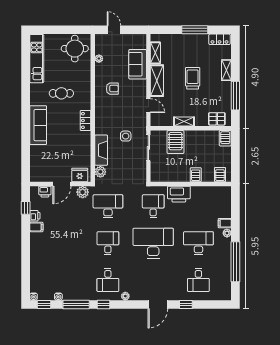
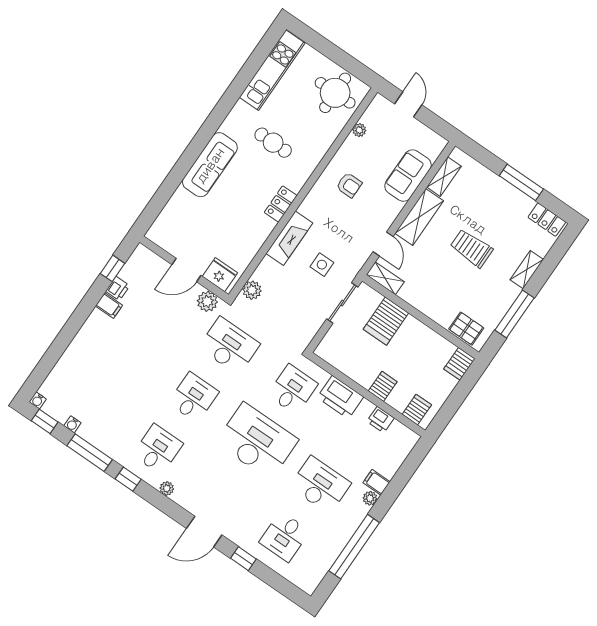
trolley: (193, 78) -> (471, 248), turned -90
shelving: (184, 122) -> (385, 278), moved
fireplace: (101, 150) -> (289, 238), moved
printer: (45, 192) -> (380, 420), moved
desk: (108, 280) -> (158, 449), turned 180

